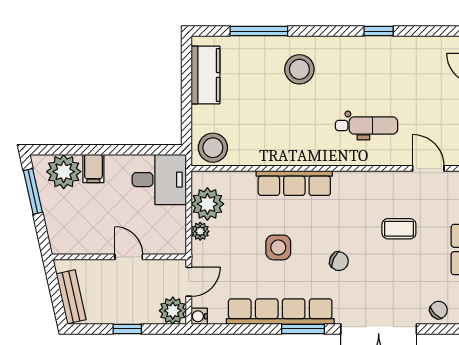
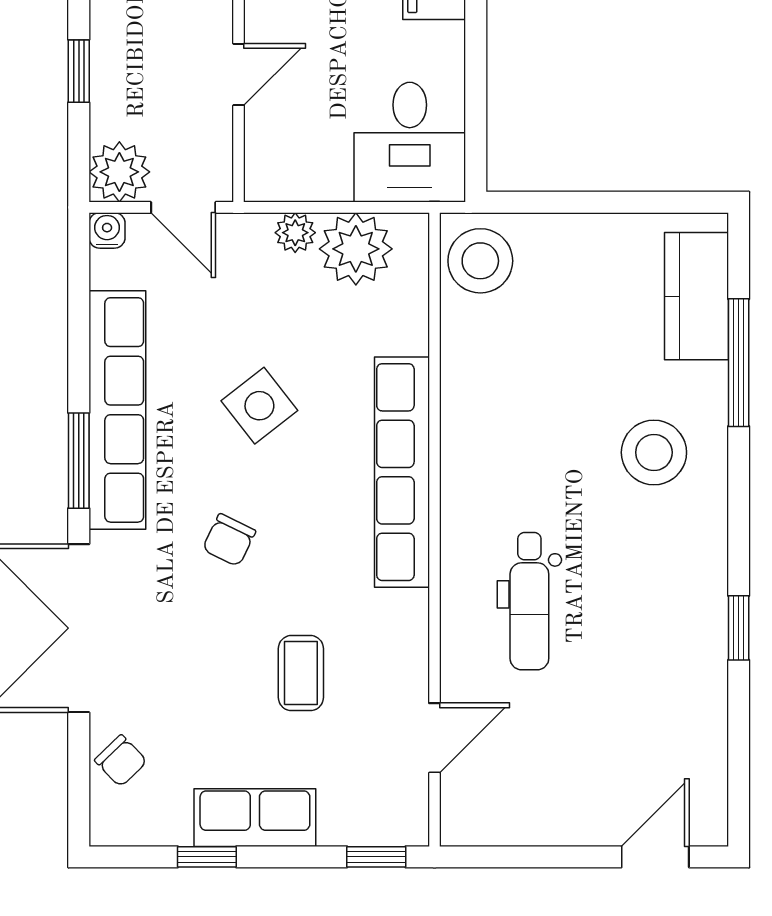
kitchen counter: (205, 75) -> (696, 296), moved, turned 90
row of seats: (294, 183) -> (402, 472), width x1.36
side table: (278, 247) -> (259, 406), turned -38

